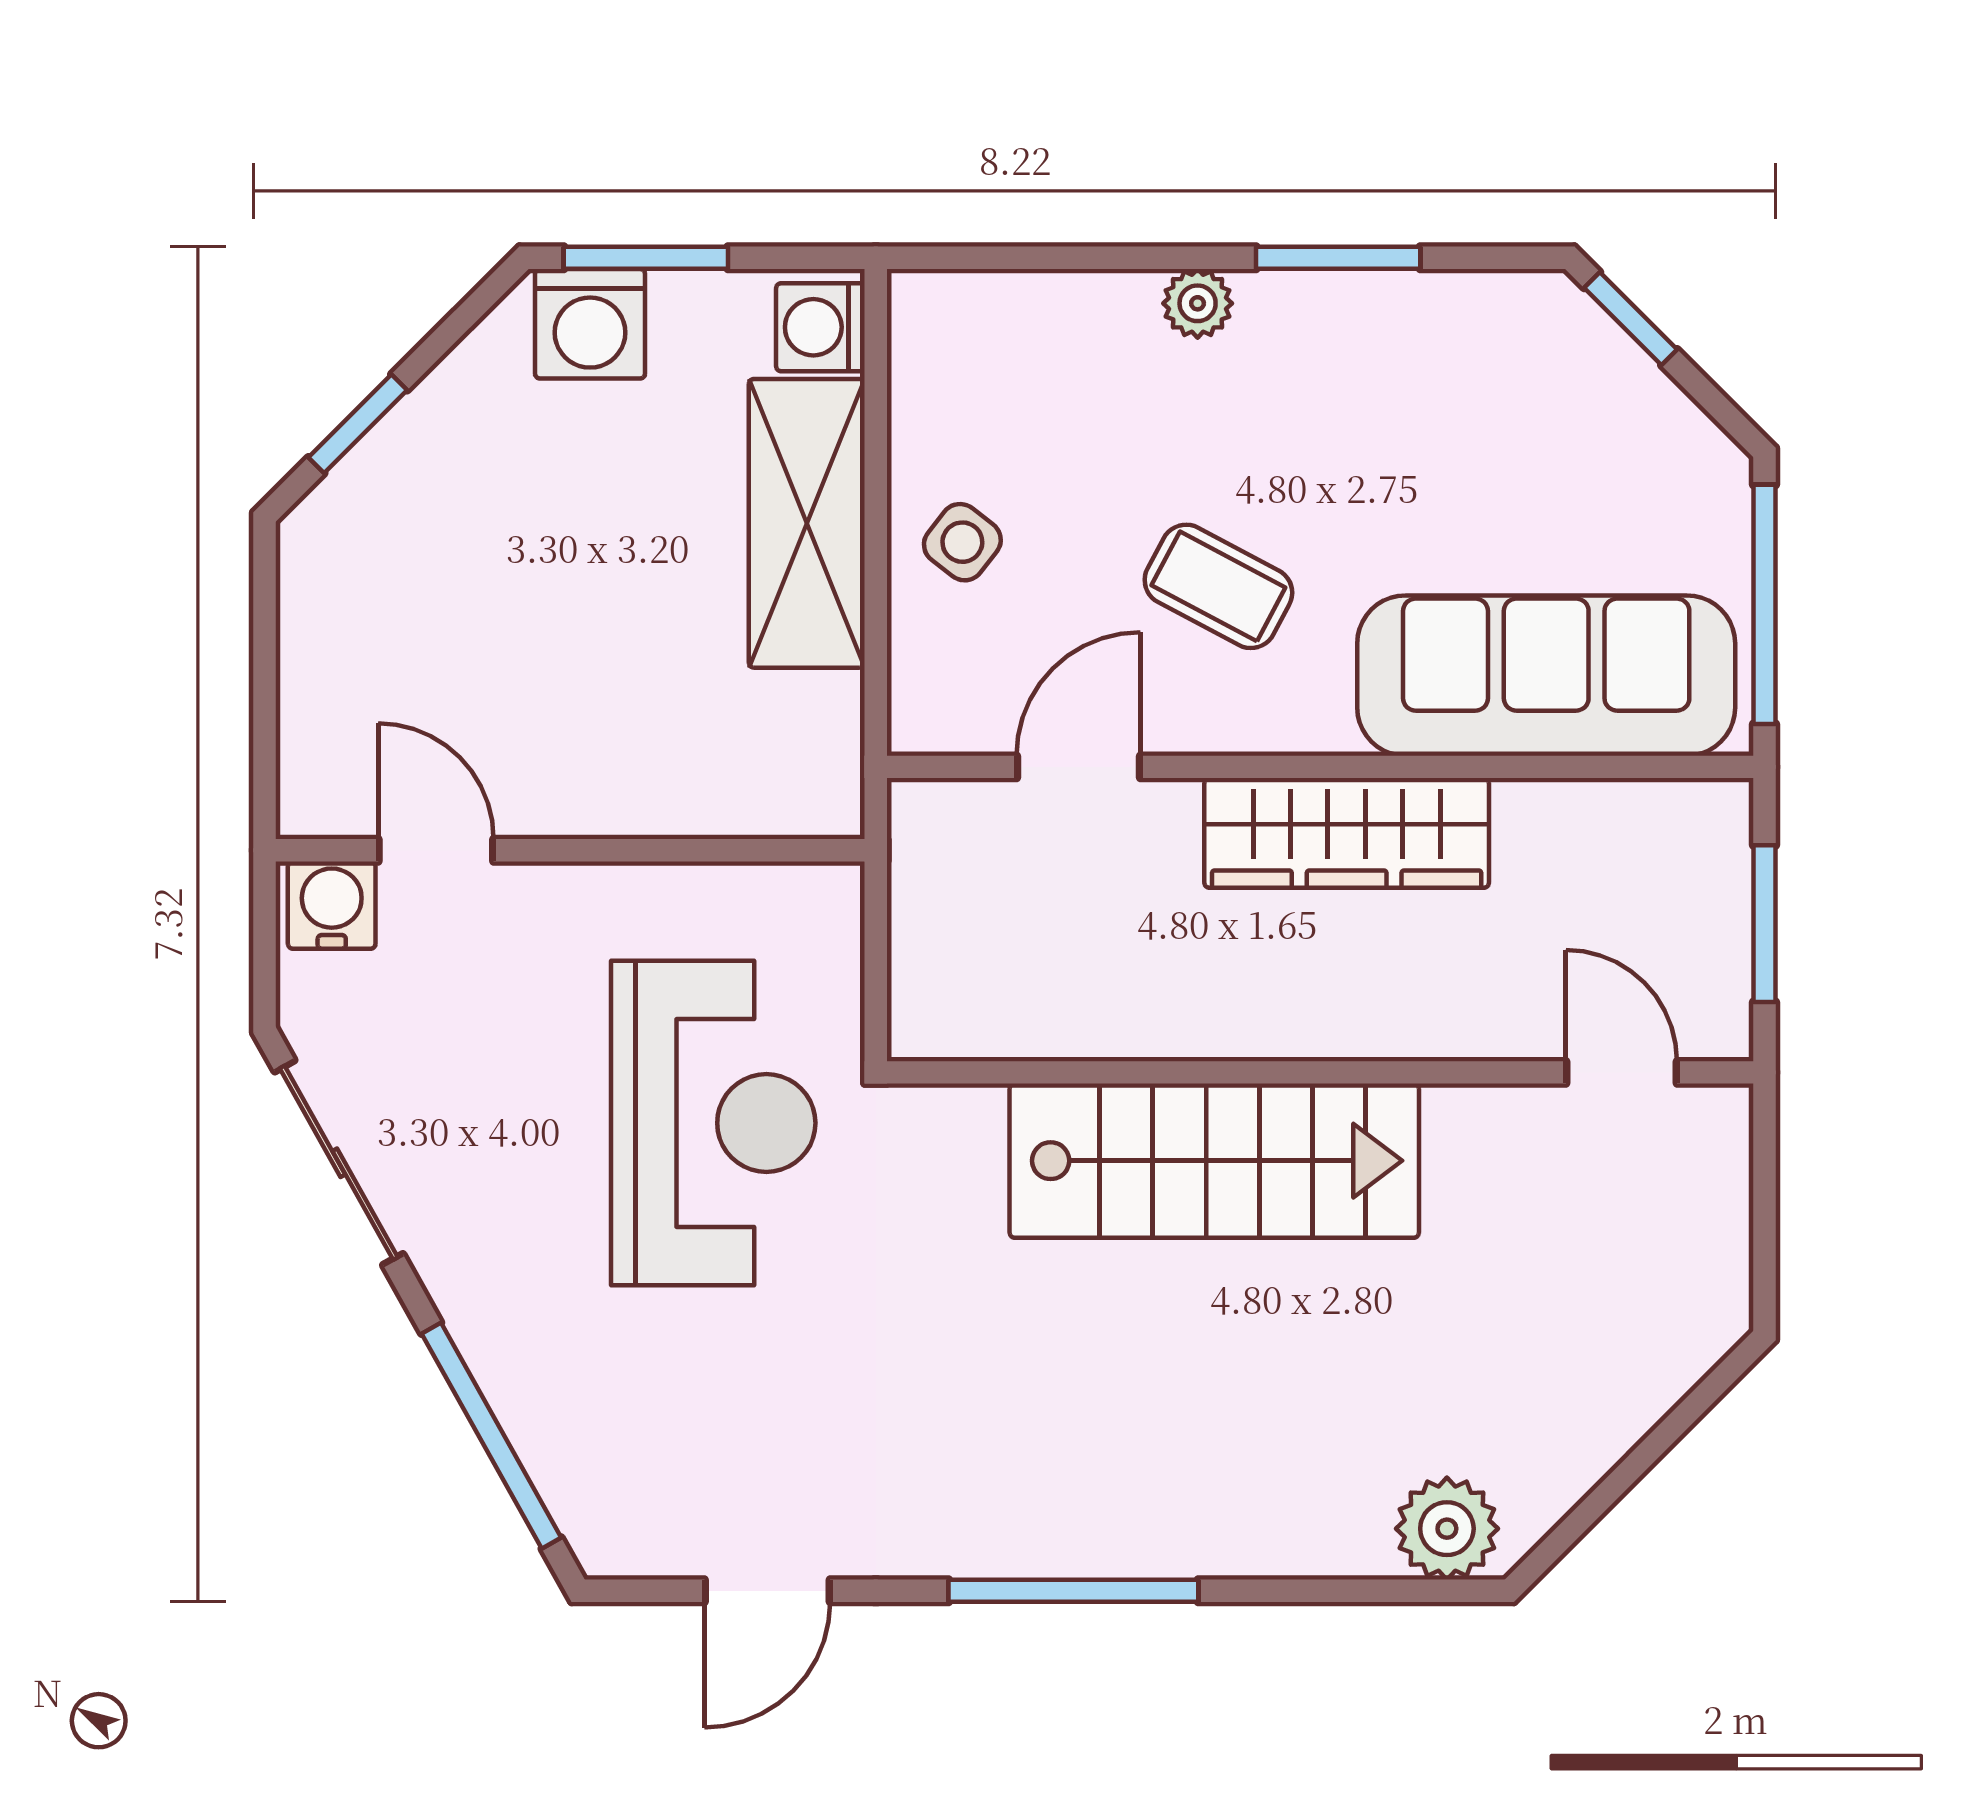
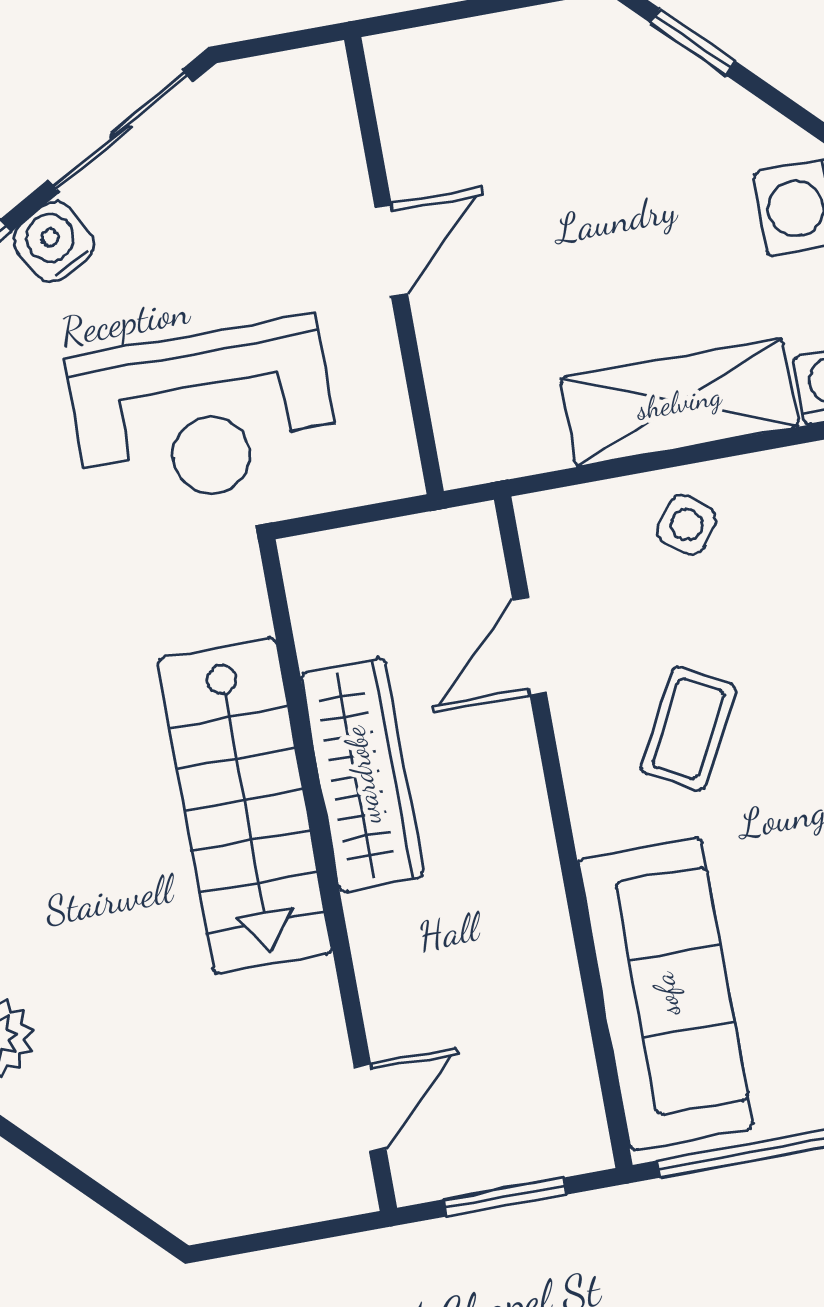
door: (1078, 767) -> (530, 646), swing flipped
wardrobe: (1347, 833) -> (362, 775), moved, turned 180
door: (436, 850) -> (391, 250), moved
water cooler: (332, 905) -> (54, 242), moved, turned -119

